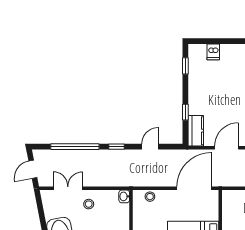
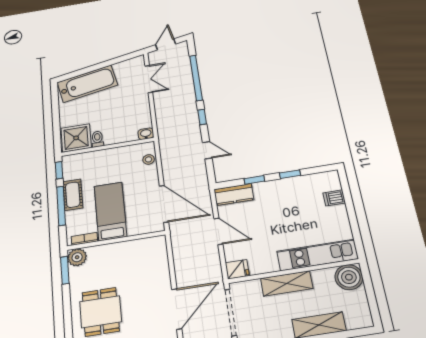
window: (185, 66) -> (290, 174), moved
door: (33, 169) -> (166, 44), hinge flipped
stool: (89, 204) -> (133, 101), removed

